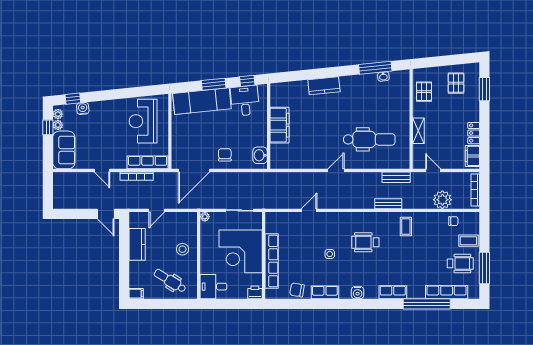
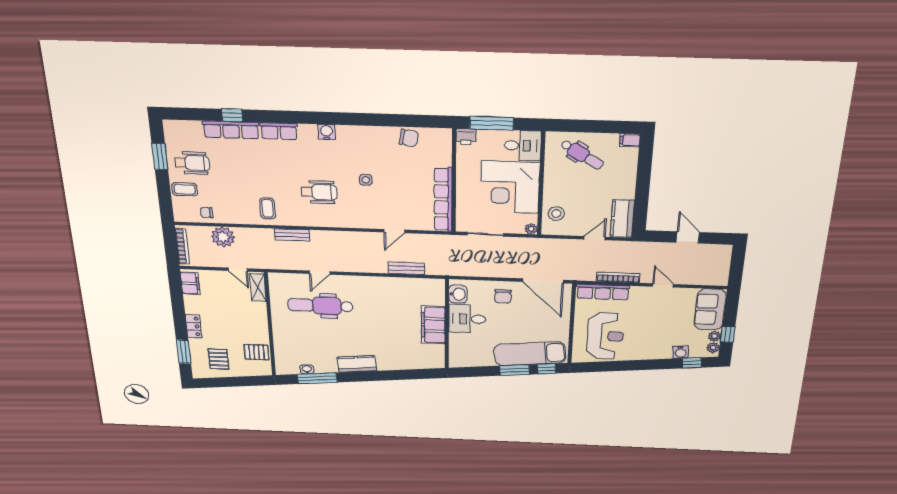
window: (247, 81) -> (547, 369), moved
kitchen counter: (324, 86) -> (357, 364), moved
pallet: (424, 92) -> (257, 352), turned 90
desk: (245, 101) -> (467, 319), moved, turned 96
shelving: (418, 131) -> (258, 288), moved
locker: (474, 133) -> (194, 326), moved
door: (194, 170) -> (543, 281), swing flipped
door: (336, 170) -> (320, 273), moved
bench: (396, 177) -> (406, 268), moved
door: (106, 214) -> (688, 237), moved
kitchen counter: (137, 244) -> (622, 218), moved
stool: (182, 249) -> (556, 214), moved
corner desk: (241, 251) -> (510, 187), moved, turned 180
row of seats: (272, 261) -> (443, 200), moved
wheelchair: (460, 263) -> (192, 163), turned 180
window: (484, 268) -> (160, 157), width x0.69
row of seats: (325, 292) -> (371, 134), removed
row of seats: (447, 292) -> (231, 130), moved
window: (236, 304) -> (492, 123), added
window: (427, 304) -> (232, 115), width x0.32

